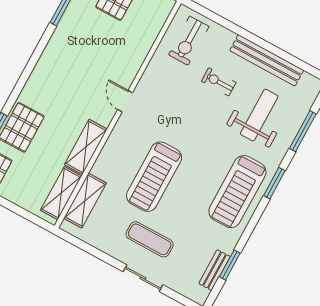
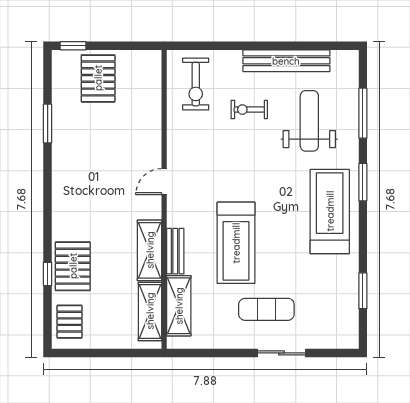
door: (125, 101) -> (164, 182), hinge flipped
treadmill: (237, 192) -> (330, 211), turned 180
bench: (215, 270) -> (175, 251), moved

